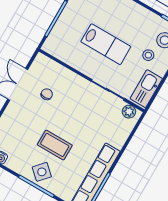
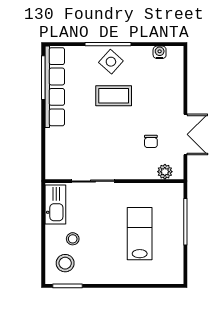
lab bench: (106, 44) -> (140, 234), moved, turned 90
plant: (129, 112) -> (165, 172), moved

